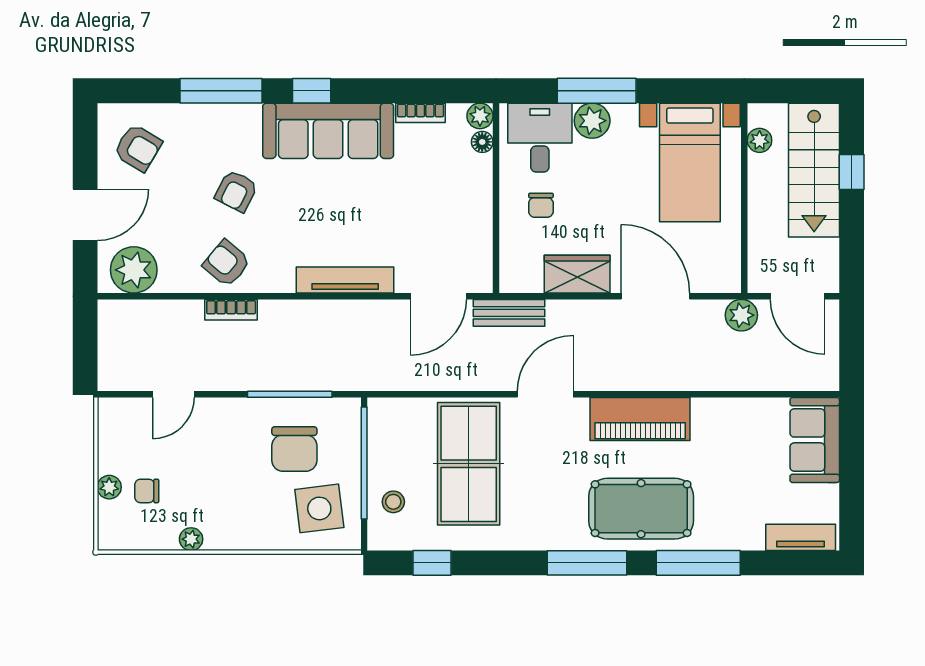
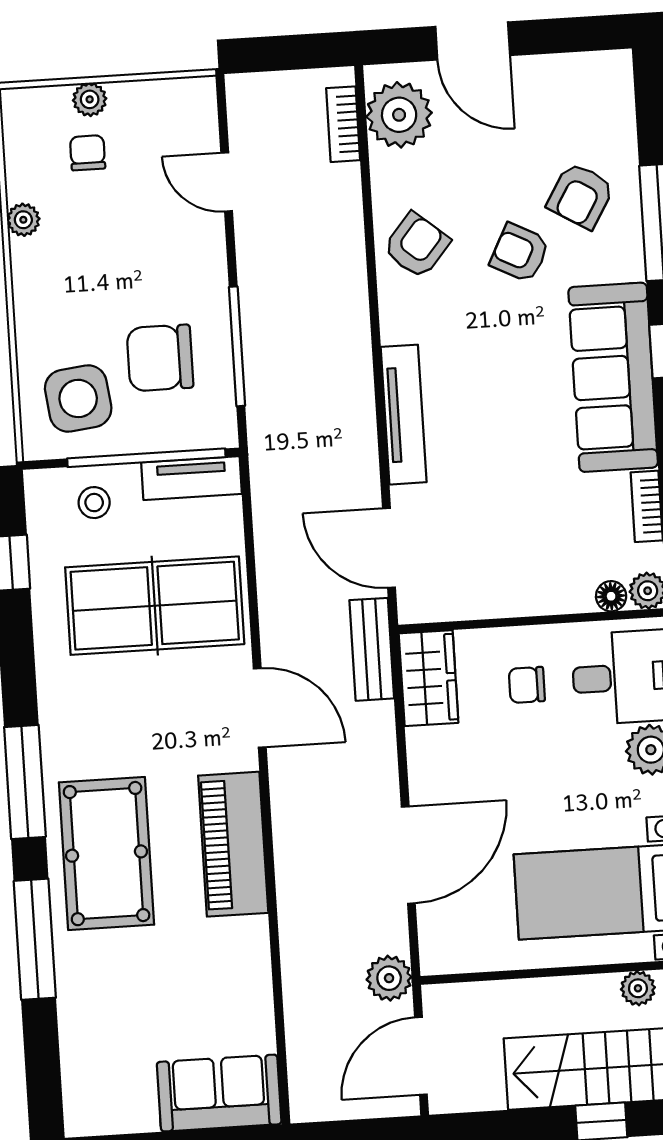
armchair: (138, 148) -> (581, 196), moved
wardrobe: (577, 274) -> (429, 678), moved
bookcase: (231, 310) -> (343, 124), moved
tv unit: (801, 537) -> (192, 478), moved, turned 90

